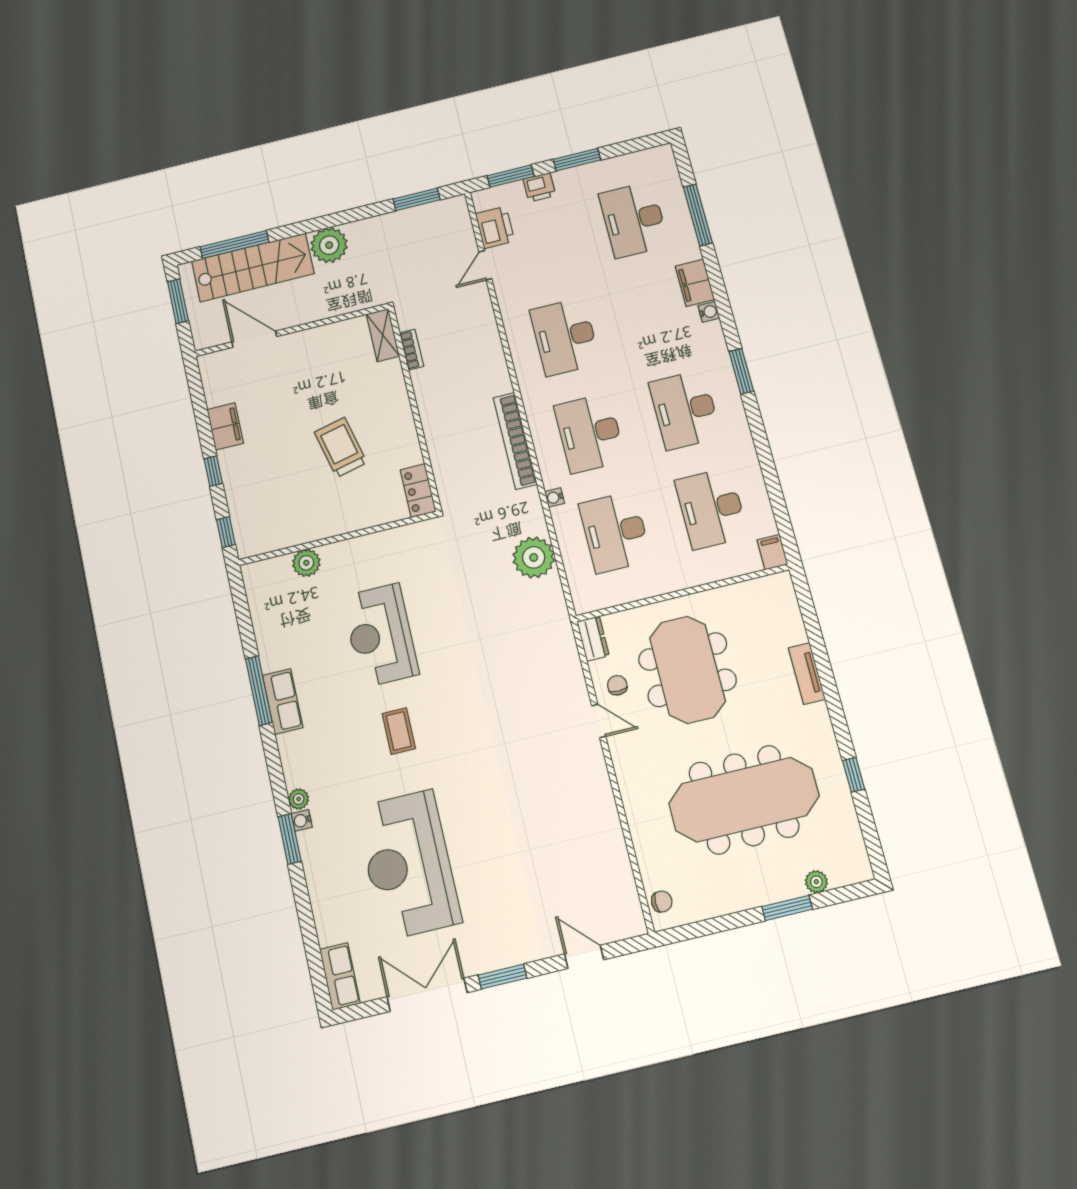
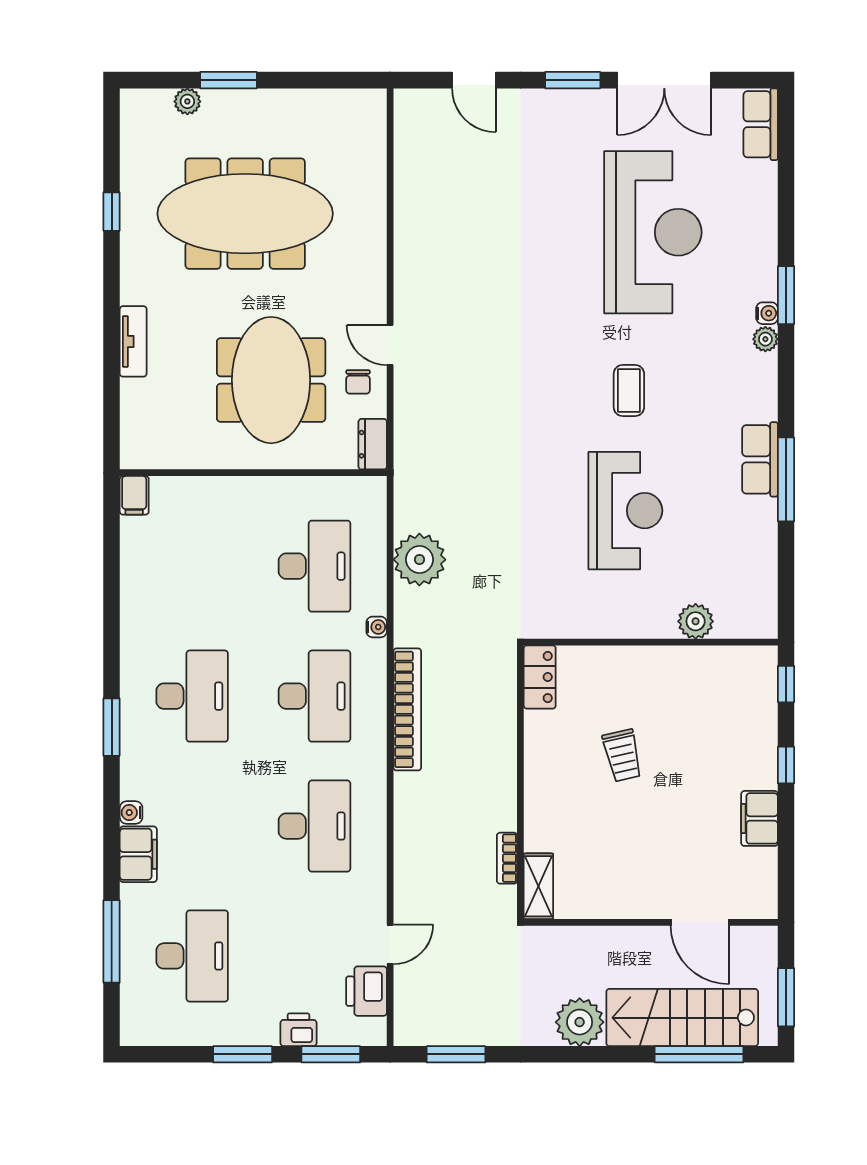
trolley: (341, 447) -> (622, 755), width x0.73, depth x0.72
desk: (712, 508) -> (192, 566), removed
chair: (662, 902) -> (369, 121), removed

